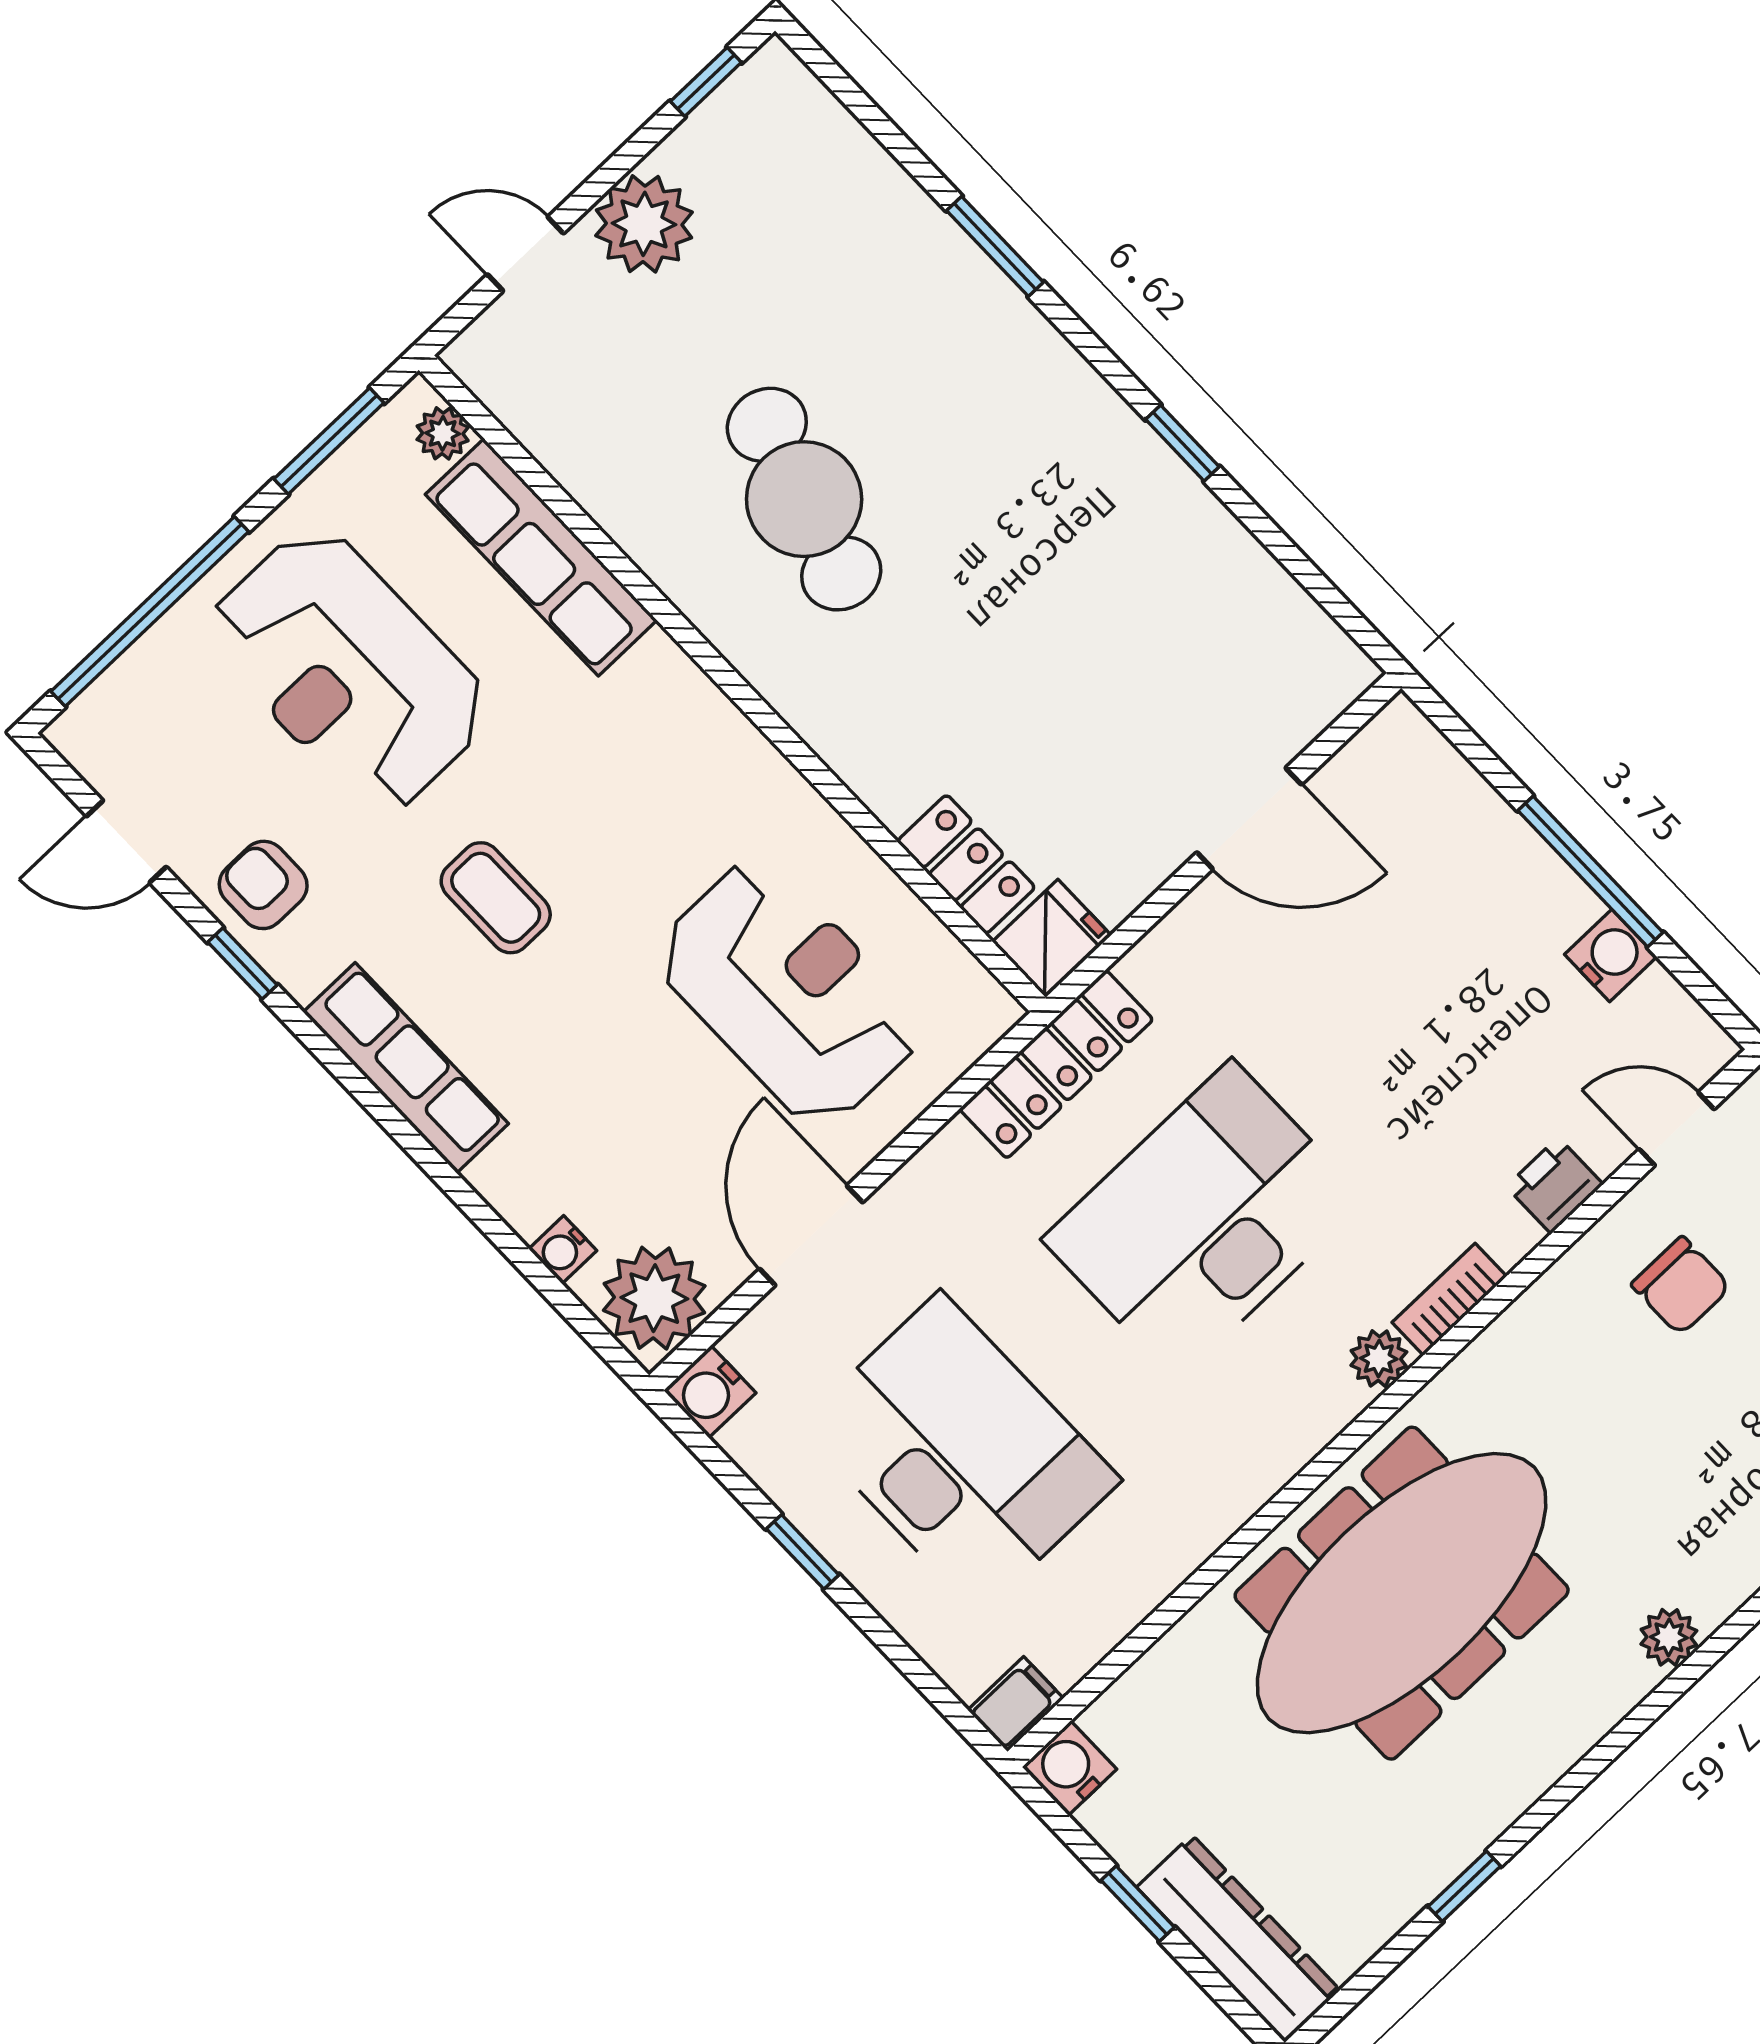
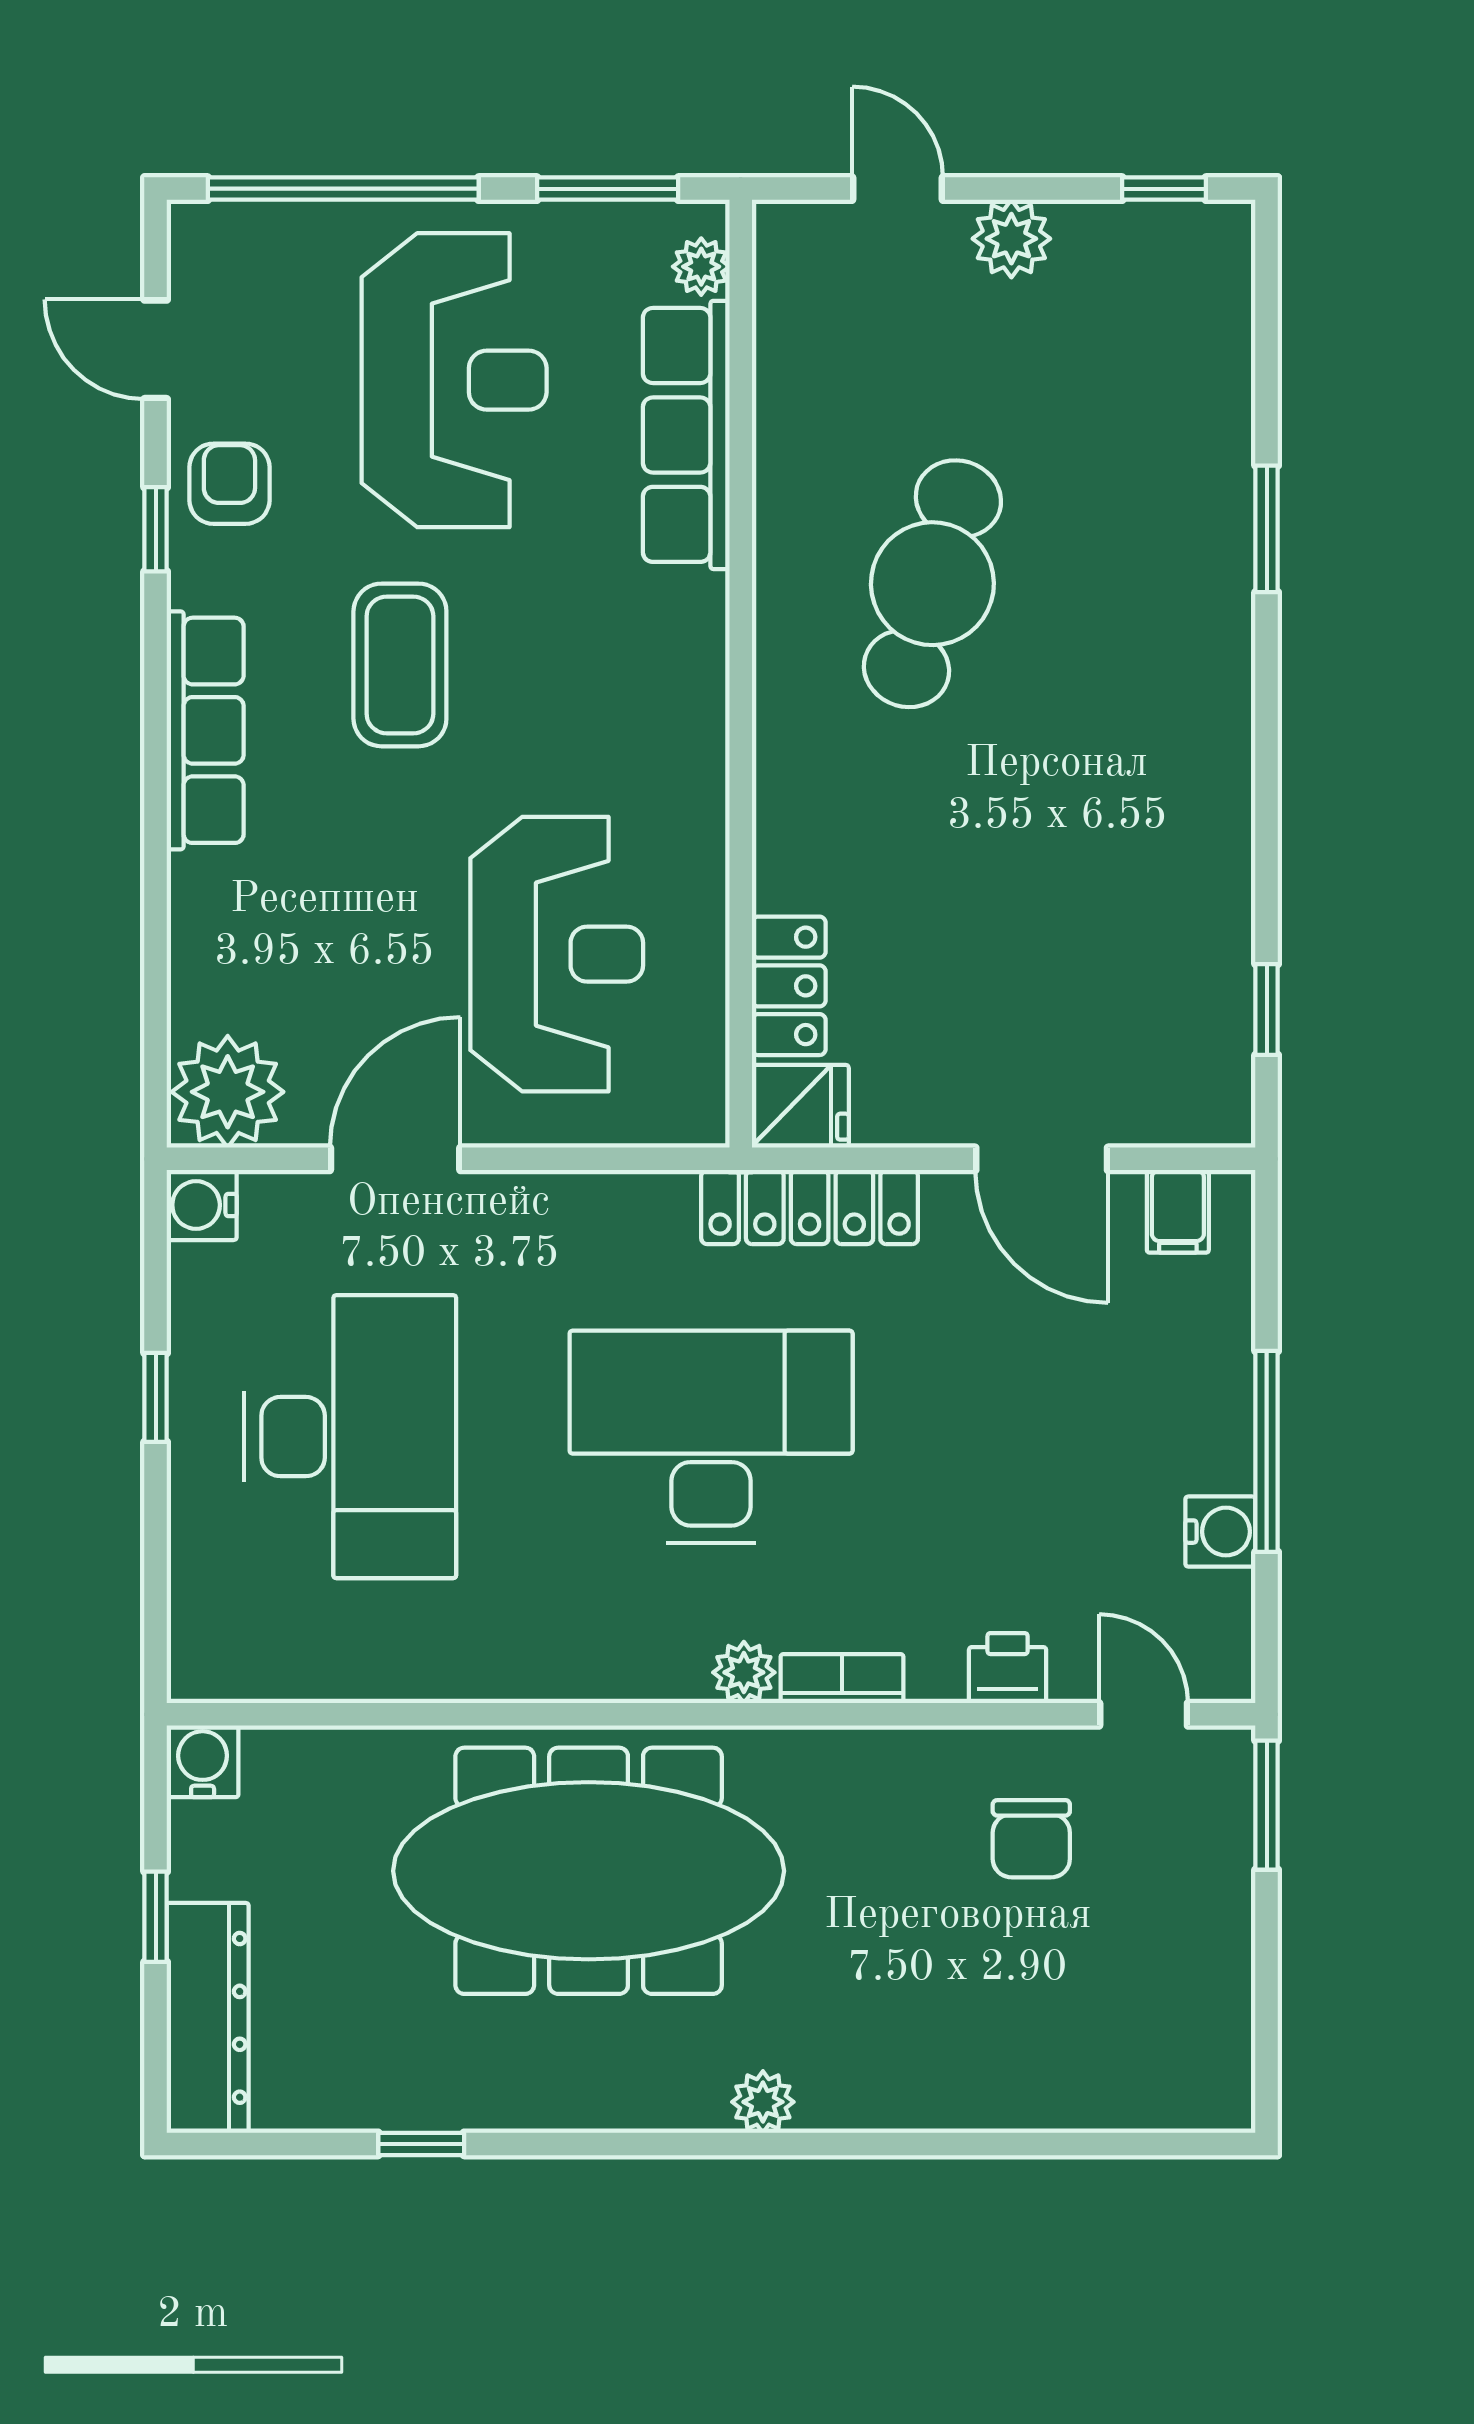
plant: (644, 224) -> (1011, 239), width x0.73, depth x0.73
window: (1182, 443) -> (1267, 1010), moved
reception desk: (349, 670) -> (454, 380), turned 180
coffee table: (496, 898) -> (400, 665), width x1.36, depth x1.30
locker: (1056, 1064) -> (810, 1207), moved
water cooler: (563, 1250) -> (193, 987), removed
filing cabinet: (1016, 1704) -> (1178, 1211), moved, turned 90

